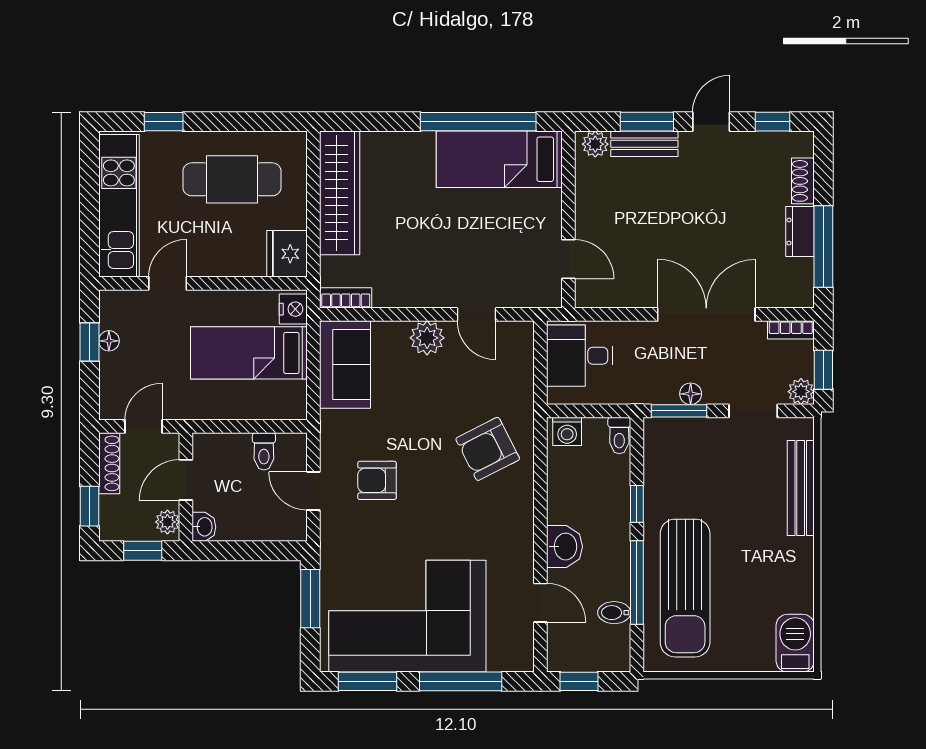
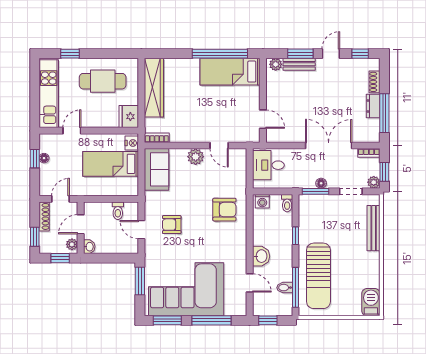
armchair: (488, 449) -> (224, 210), turned -153
window: (637, 583) -> (295, 287), moved

